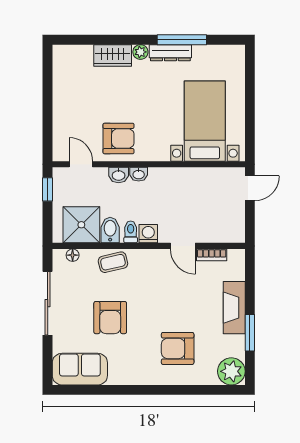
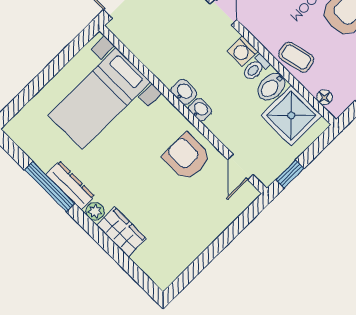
washbasin: (119, 175) -> (184, 92), moved

